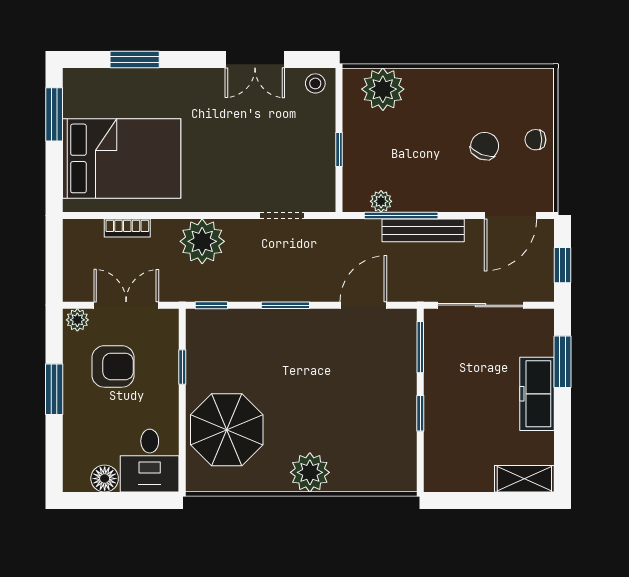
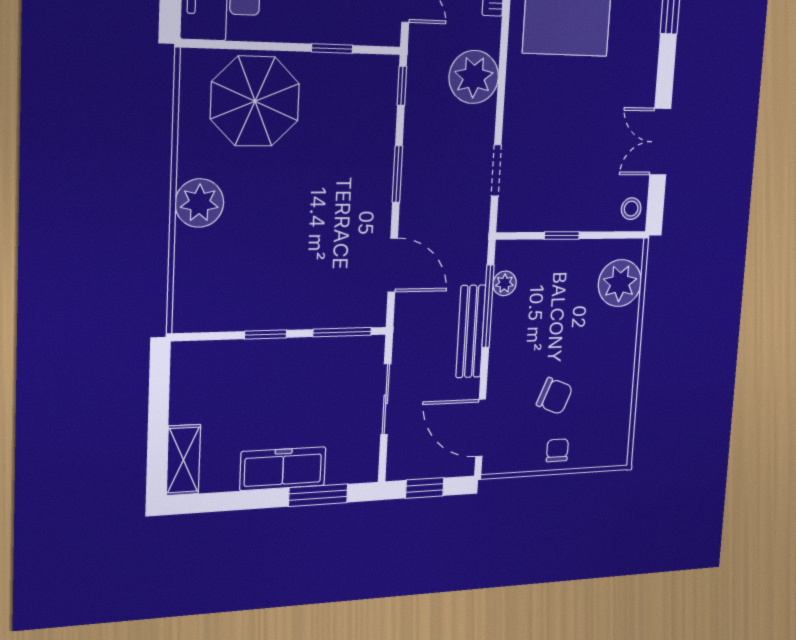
sliding door: (481, 305) -> (386, 399), width x0.73

